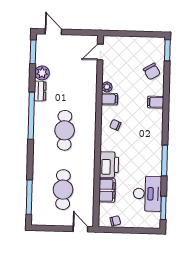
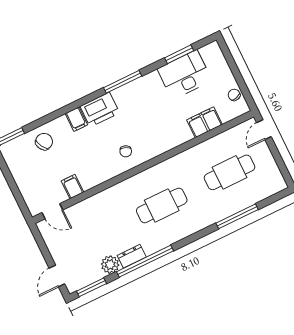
plant: (107, 87) -> (88, 183), removed
filing cabinet: (109, 99) -> (73, 187), moved
window: (31, 116) -> (145, 261), moved
window: (165, 161) -> (123, 82), moved
printer: (109, 165) -> (100, 110), moved, turned 180
window: (29, 197) -> (237, 216), moved
window: (163, 208) -> (179, 54), moved

